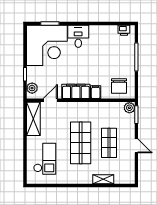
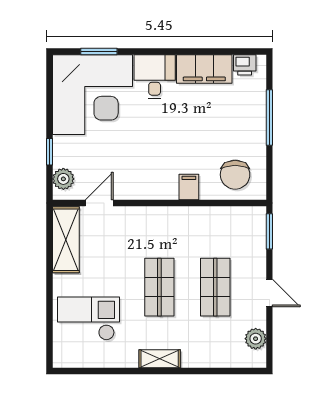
filing cabinet: (76, 91) -> (204, 69), moved, turned 180
plant: (129, 108) -> (256, 339), moved
shop shelf: (81, 143) -> (159, 287), width x0.70, depth x0.74
checkout: (45, 159) -> (89, 319), turned -90
shelving: (103, 179) -> (160, 359), moved

